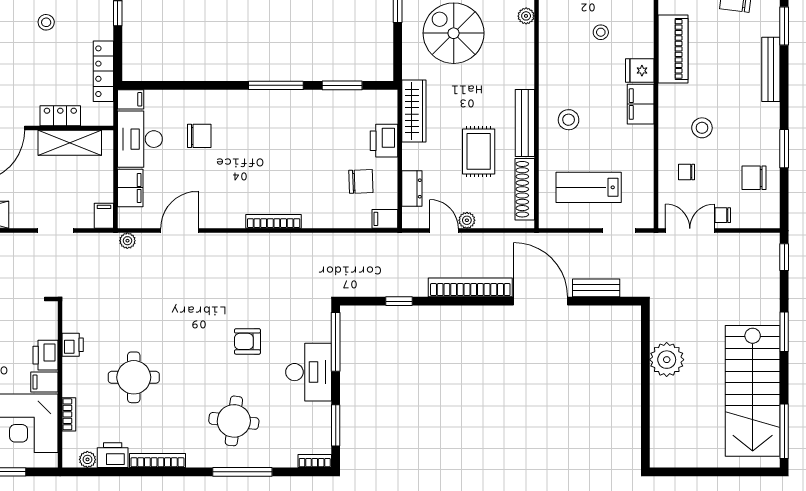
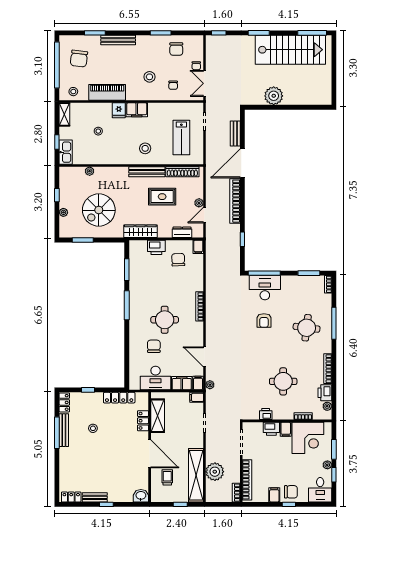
filing cabinet: (131, 99) -> (198, 383), moved
round table: (249, 156) -> (165, 320), added
desk: (309, 372) -> (265, 288), moved

